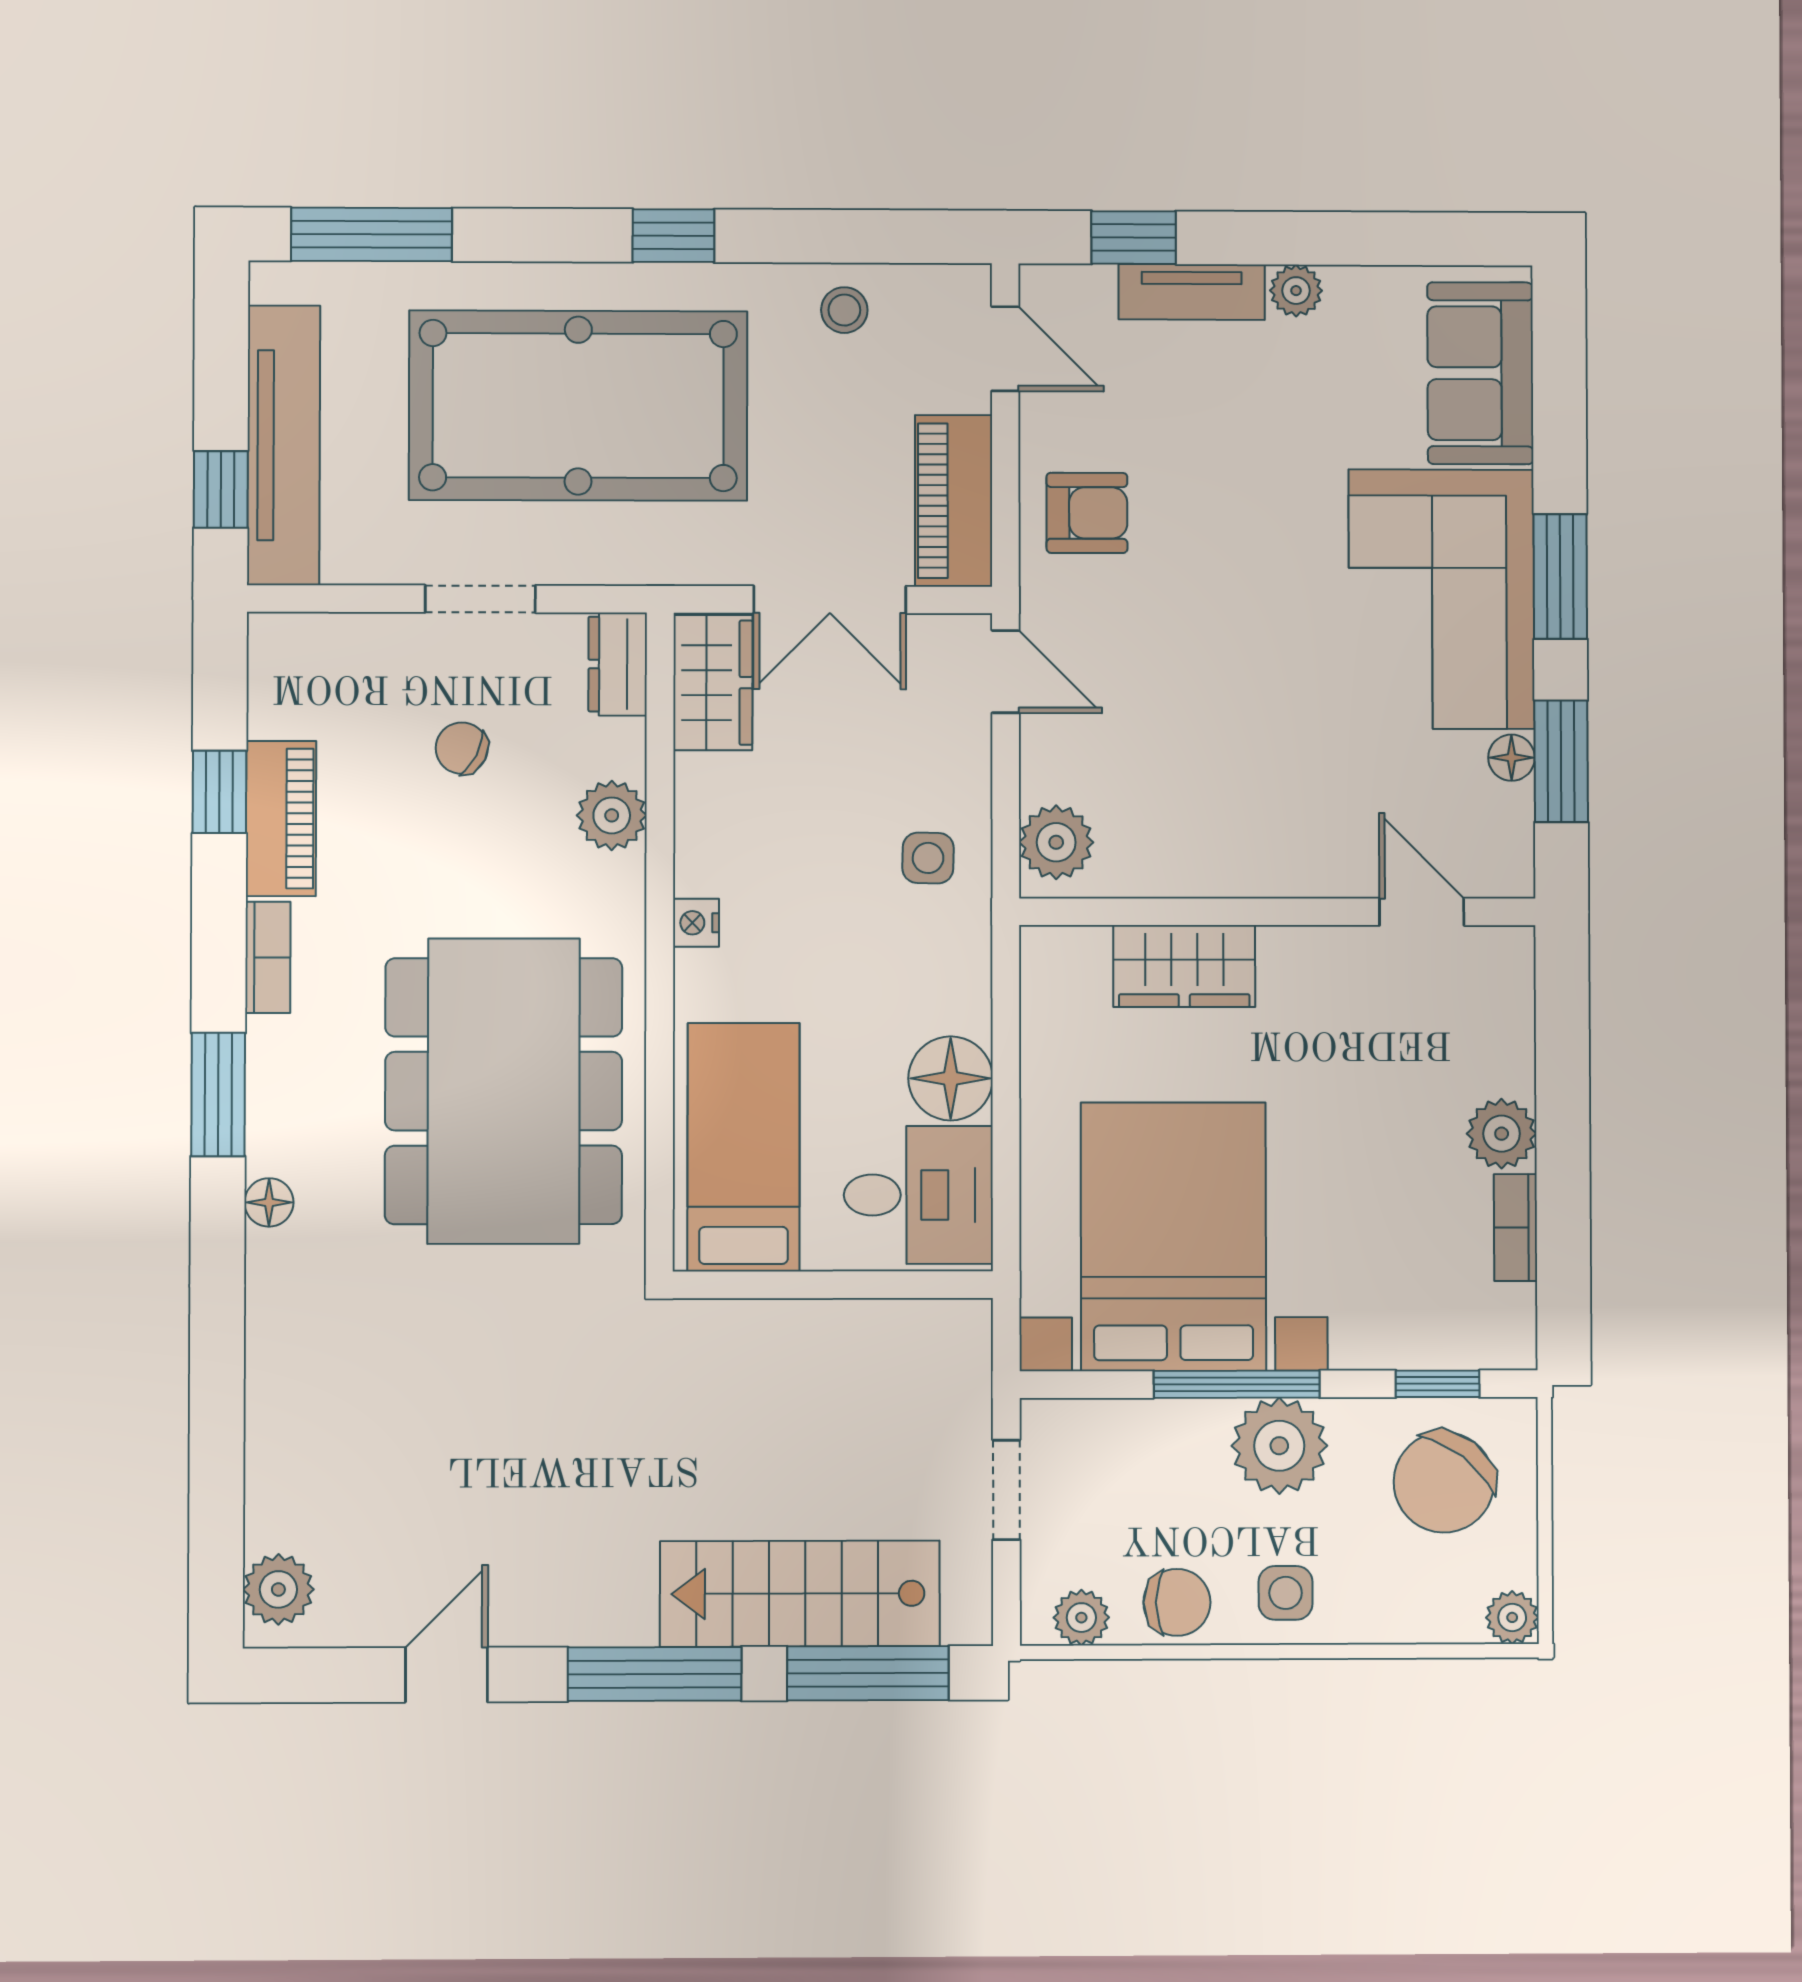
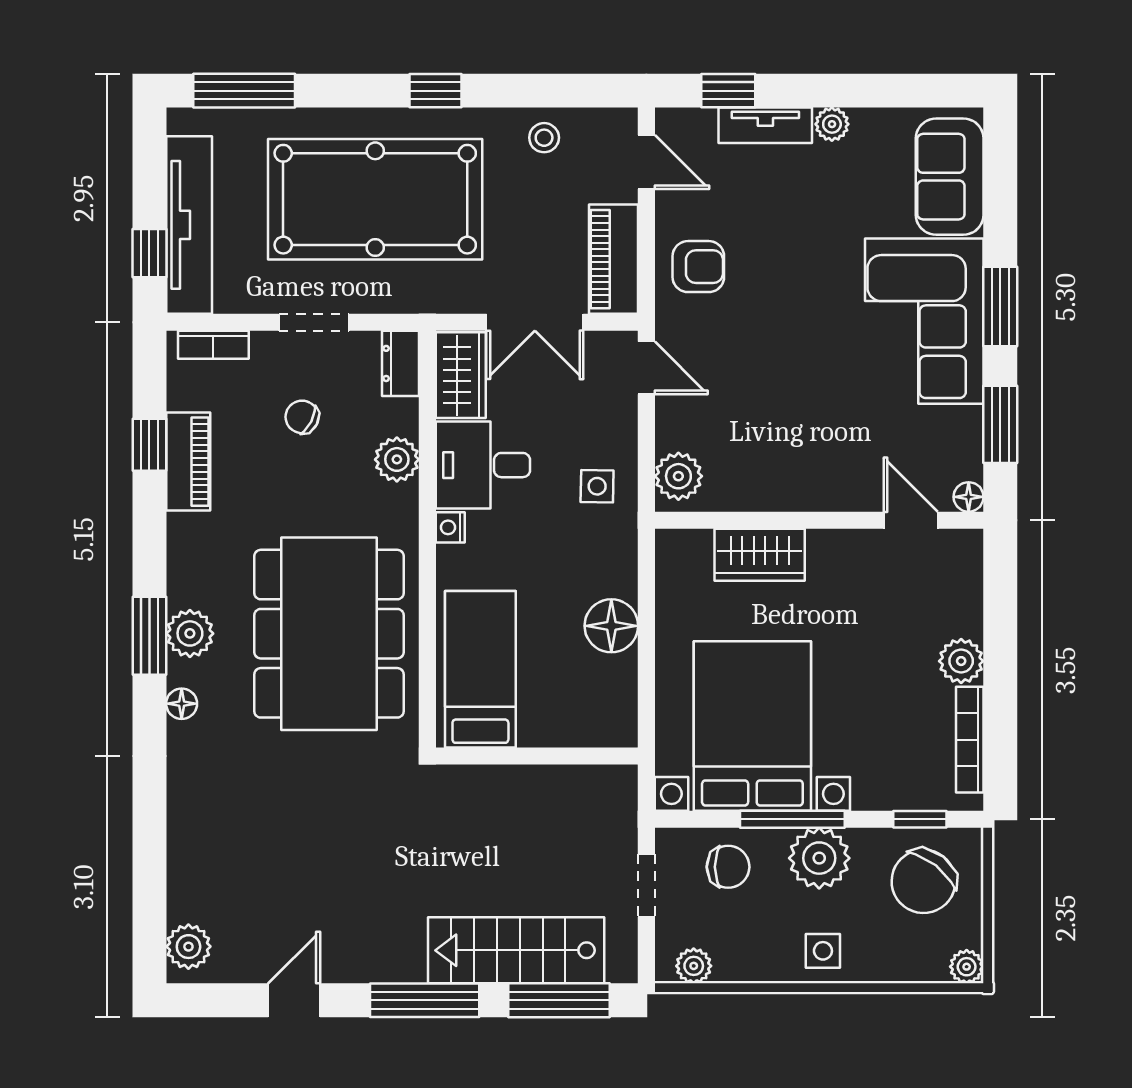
floor lamp: (1512, 758) -> (969, 497), moved
bookcase: (268, 957) -> (213, 345), moved, turned 90
plant: (283, 1091) -> (190, 633), added
desk: (918, 1195) -> (483, 465), moved, turned 180
bookcase: (1516, 1228) -> (970, 740), width x1.56
chair: (1177, 1602) -> (728, 867), moved

